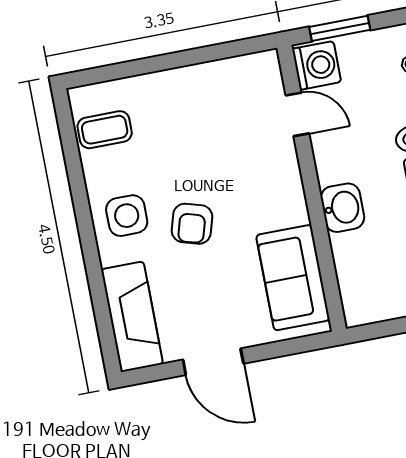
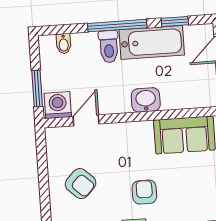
armchair: (193, 118) -> (81, 184), added
armchair: (192, 224) -> (144, 192), turned -106

